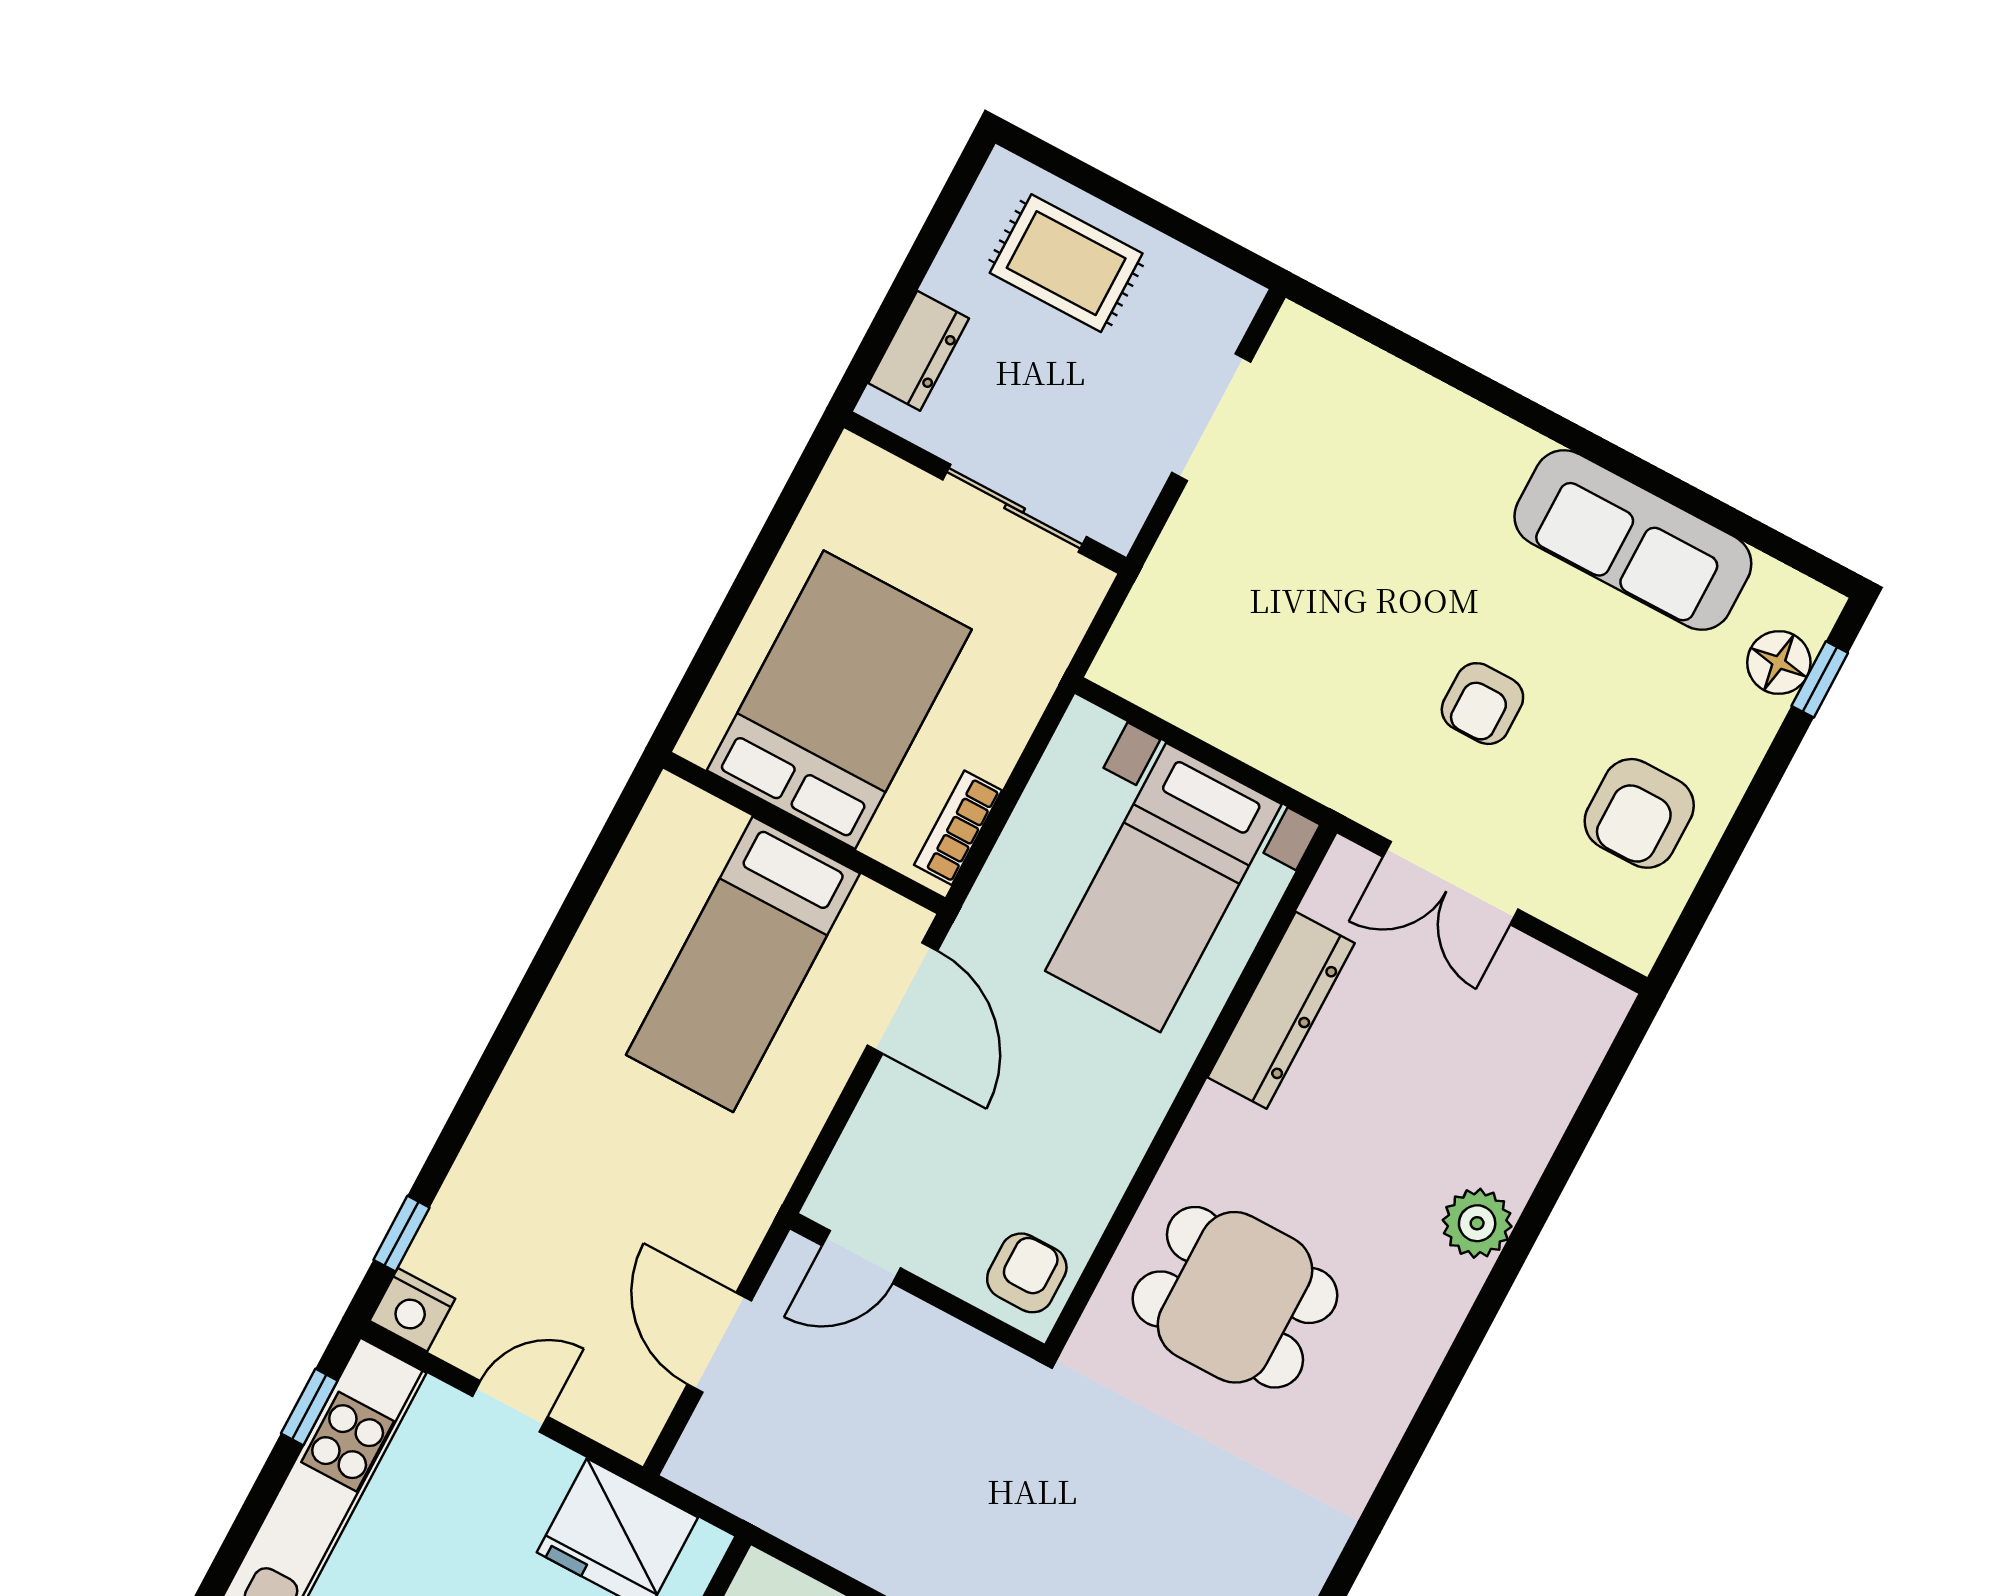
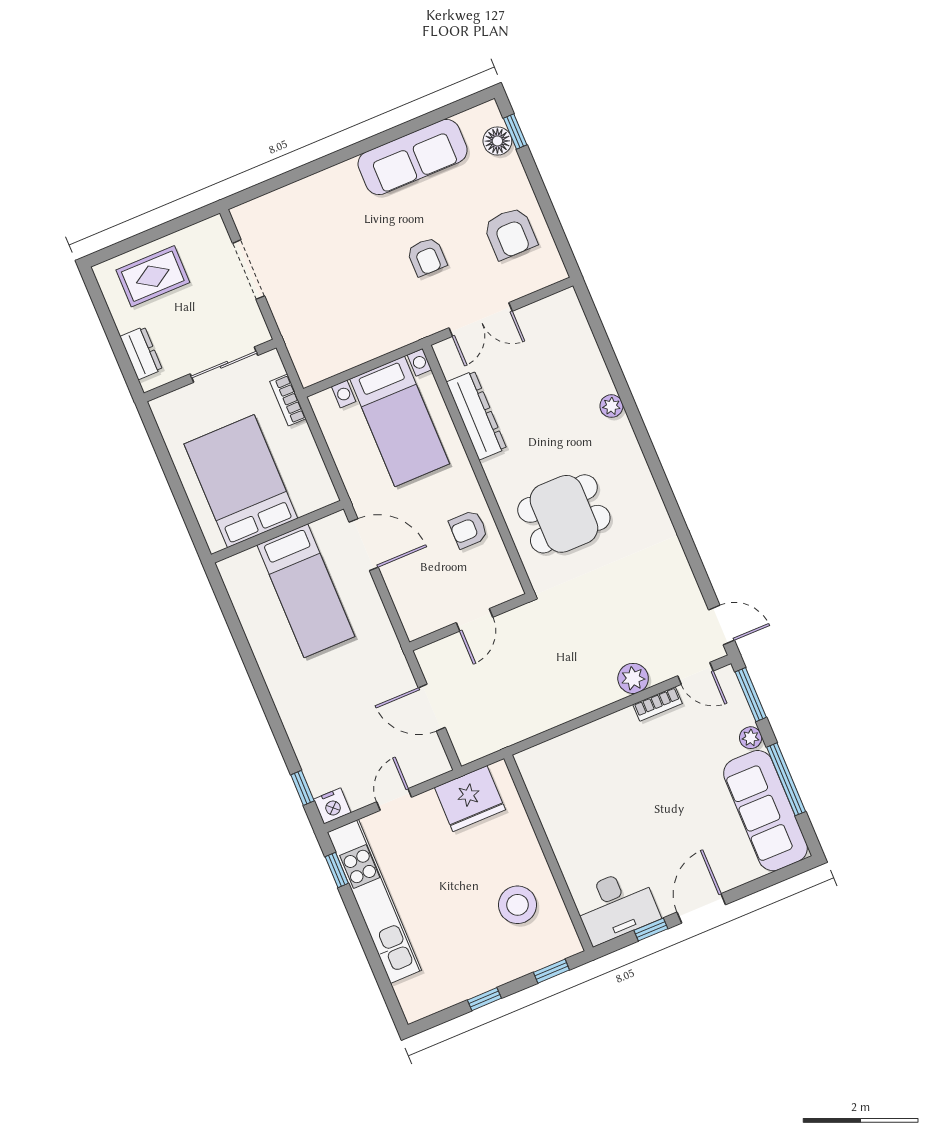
bookcase: (958, 828) -> (288, 400), moved
plant: (1477, 1223) -> (611, 406), width x0.73, depth x0.73
door: (861, 1257) -> (474, 620), moved
armchair: (1027, 1273) -> (468, 529), moved, turned -90

